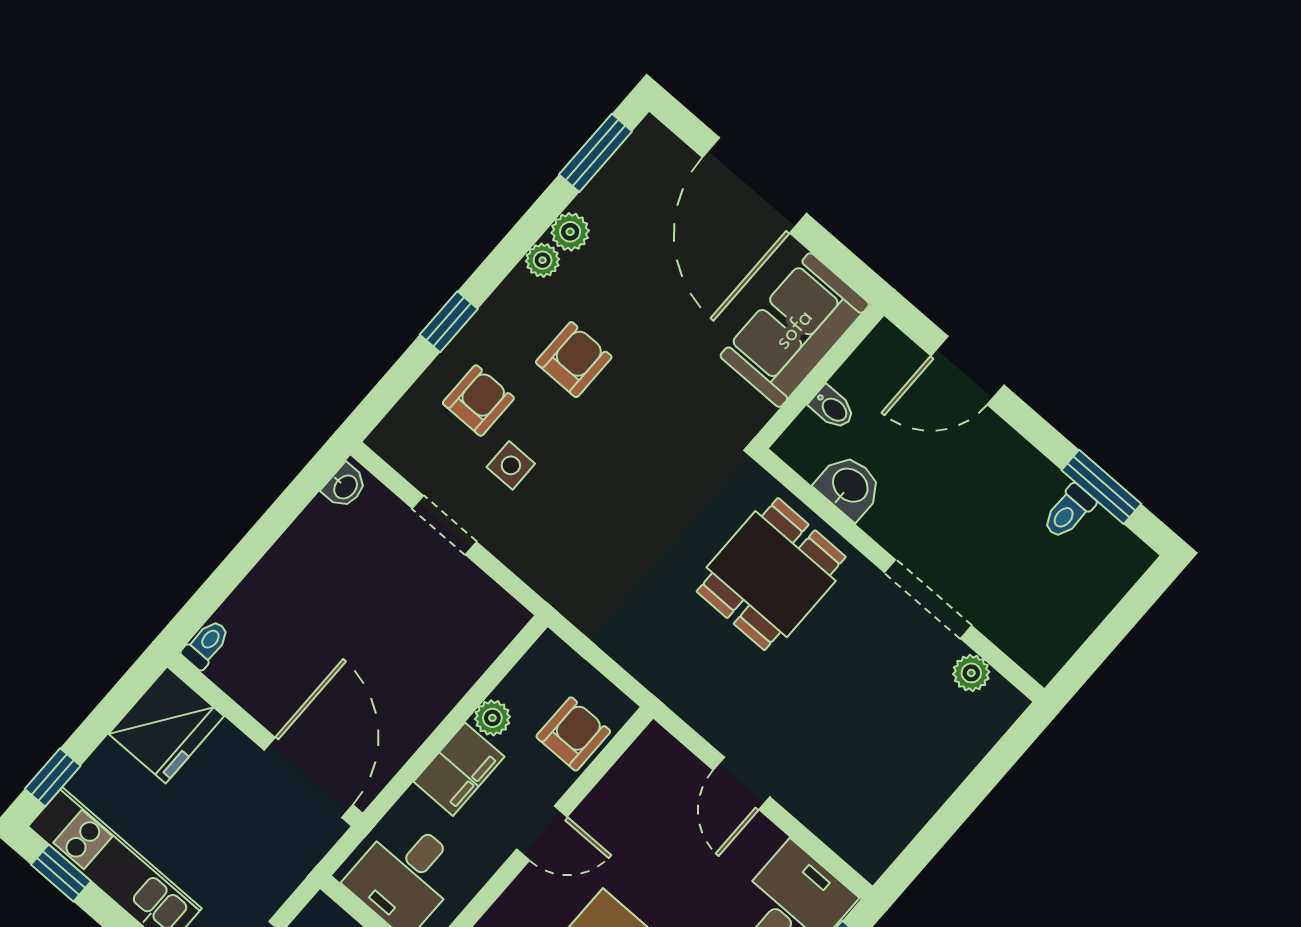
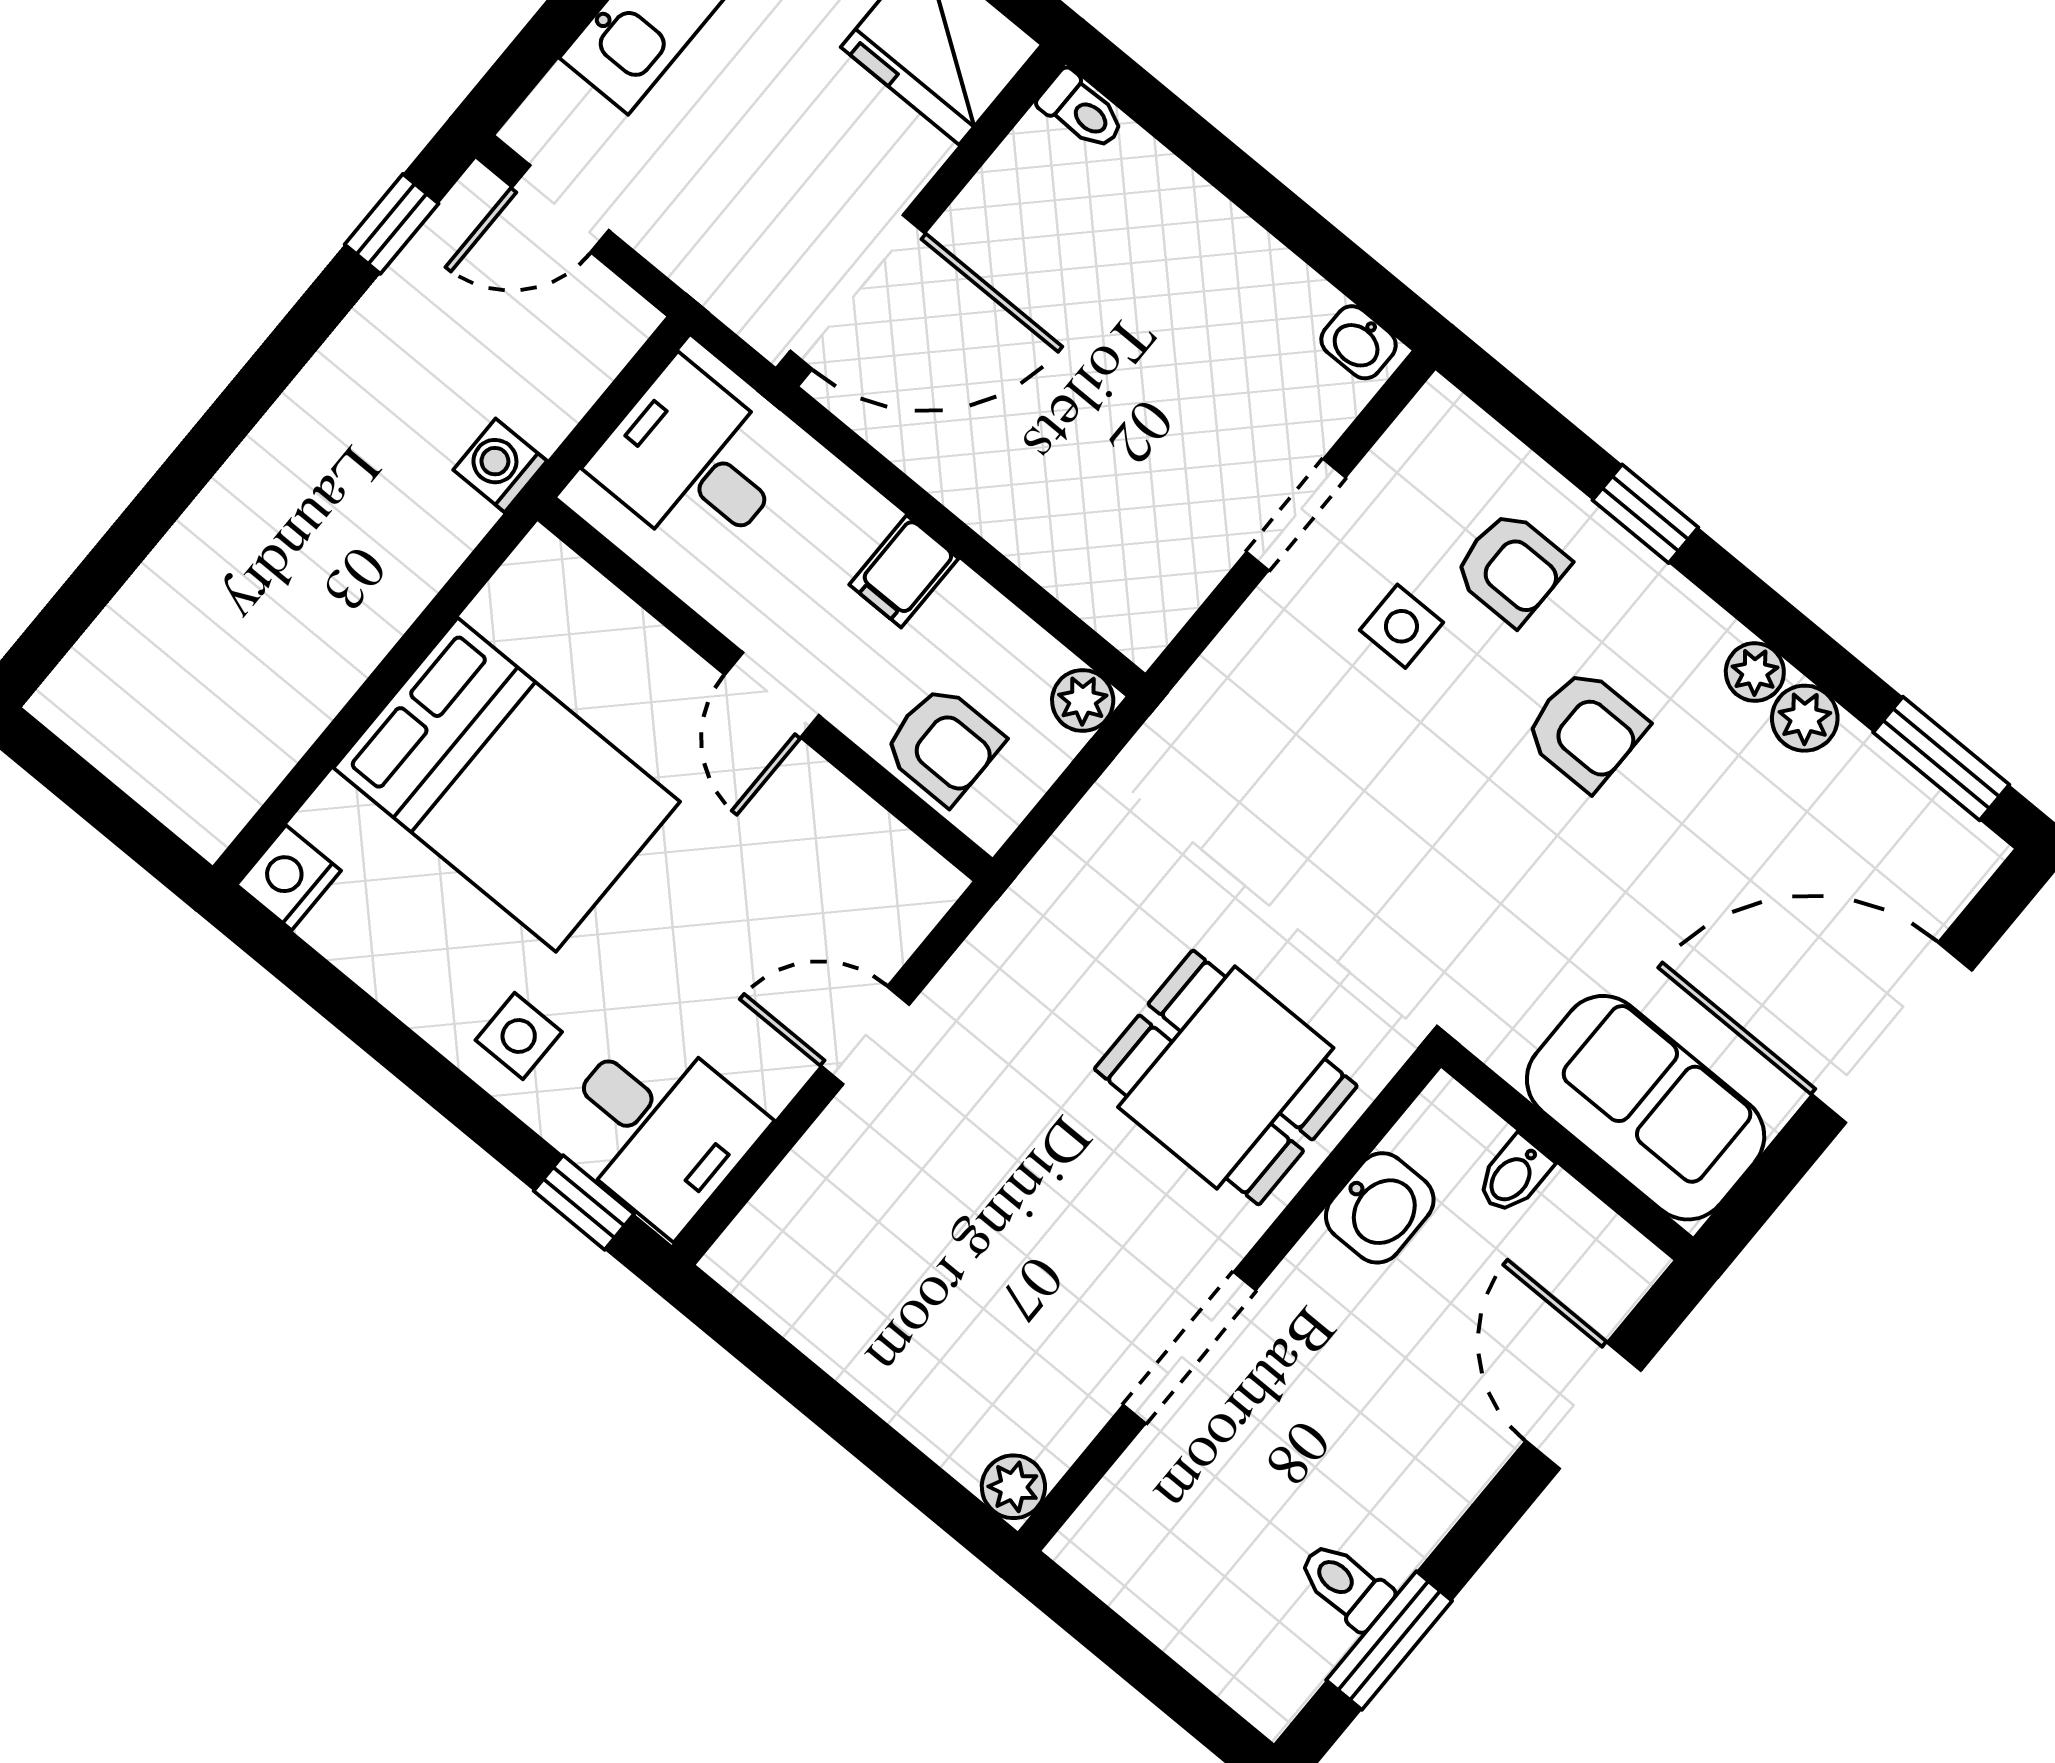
plant: (971, 673) -> (1013, 1487), moved
plant: (492, 718) -> (1083, 701), moved
filing cabinet: (459, 769) -> (904, 571), width x0.50

